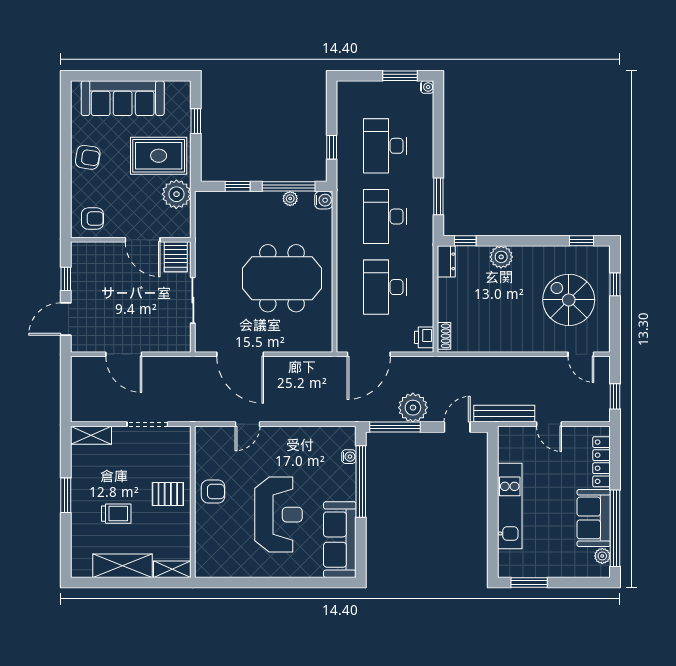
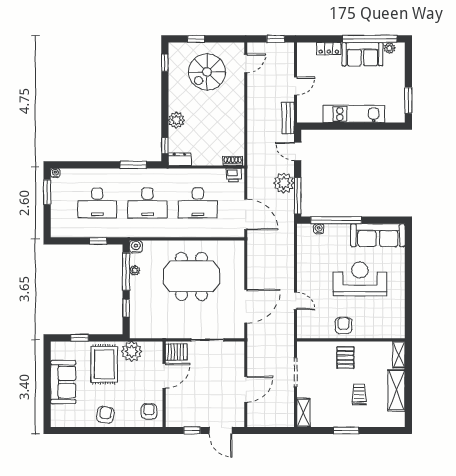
sofa: (123, 98) -> (63, 382), width x0.73
meeting table: (282, 278) -> (192, 276), turned 90
bench: (504, 414) -> (288, 118), width x0.73
locker: (602, 462) -> (329, 49), width x0.66

